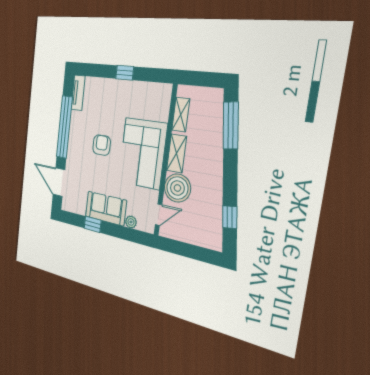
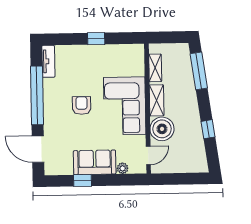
window: (230, 217) -> (208, 129), moved

